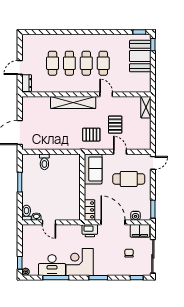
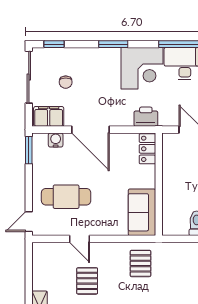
pallet: (91, 135) -> (140, 263), moved, turned 90
sofa: (93, 169) -> (142, 212), moved
wall: (82, 187) -> (159, 184), moved
locker: (89, 210) -> (147, 149), moved
printer: (90, 231) -> (146, 117), moved

